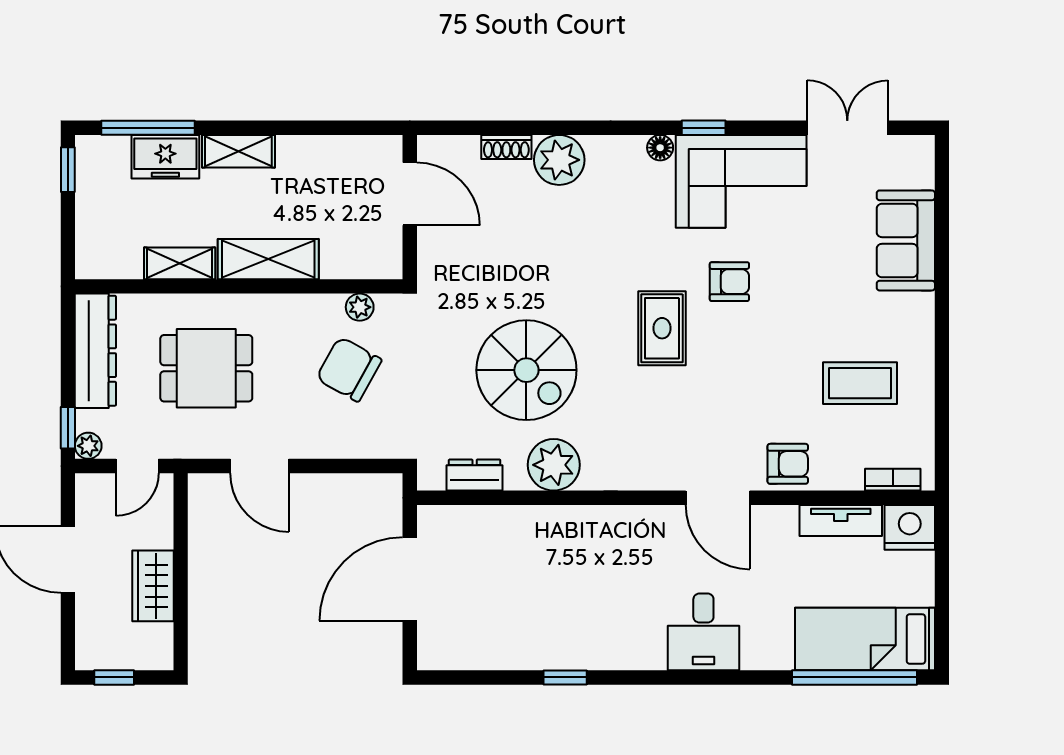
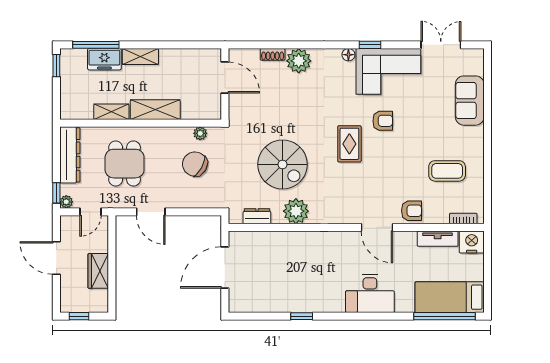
dining table: (206, 368) -> (125, 164), turned 90
desk: (703, 632) -> (370, 294), width x1.37

